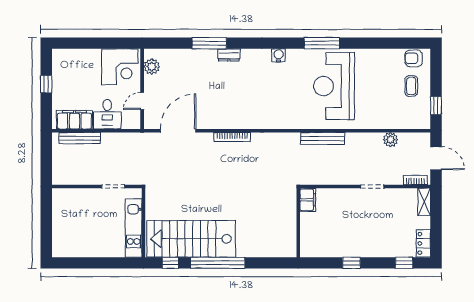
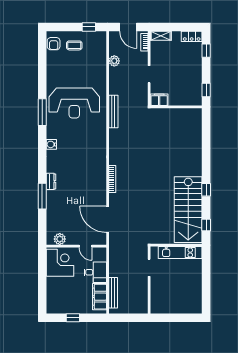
door: (436, 158) -> (128, 27), swing flipped
filing cabinet: (308, 200) -> (159, 100), moved
wall: (298, 223) -> (176, 107), moved
window: (218, 263) -> (206, 190), width x0.32

